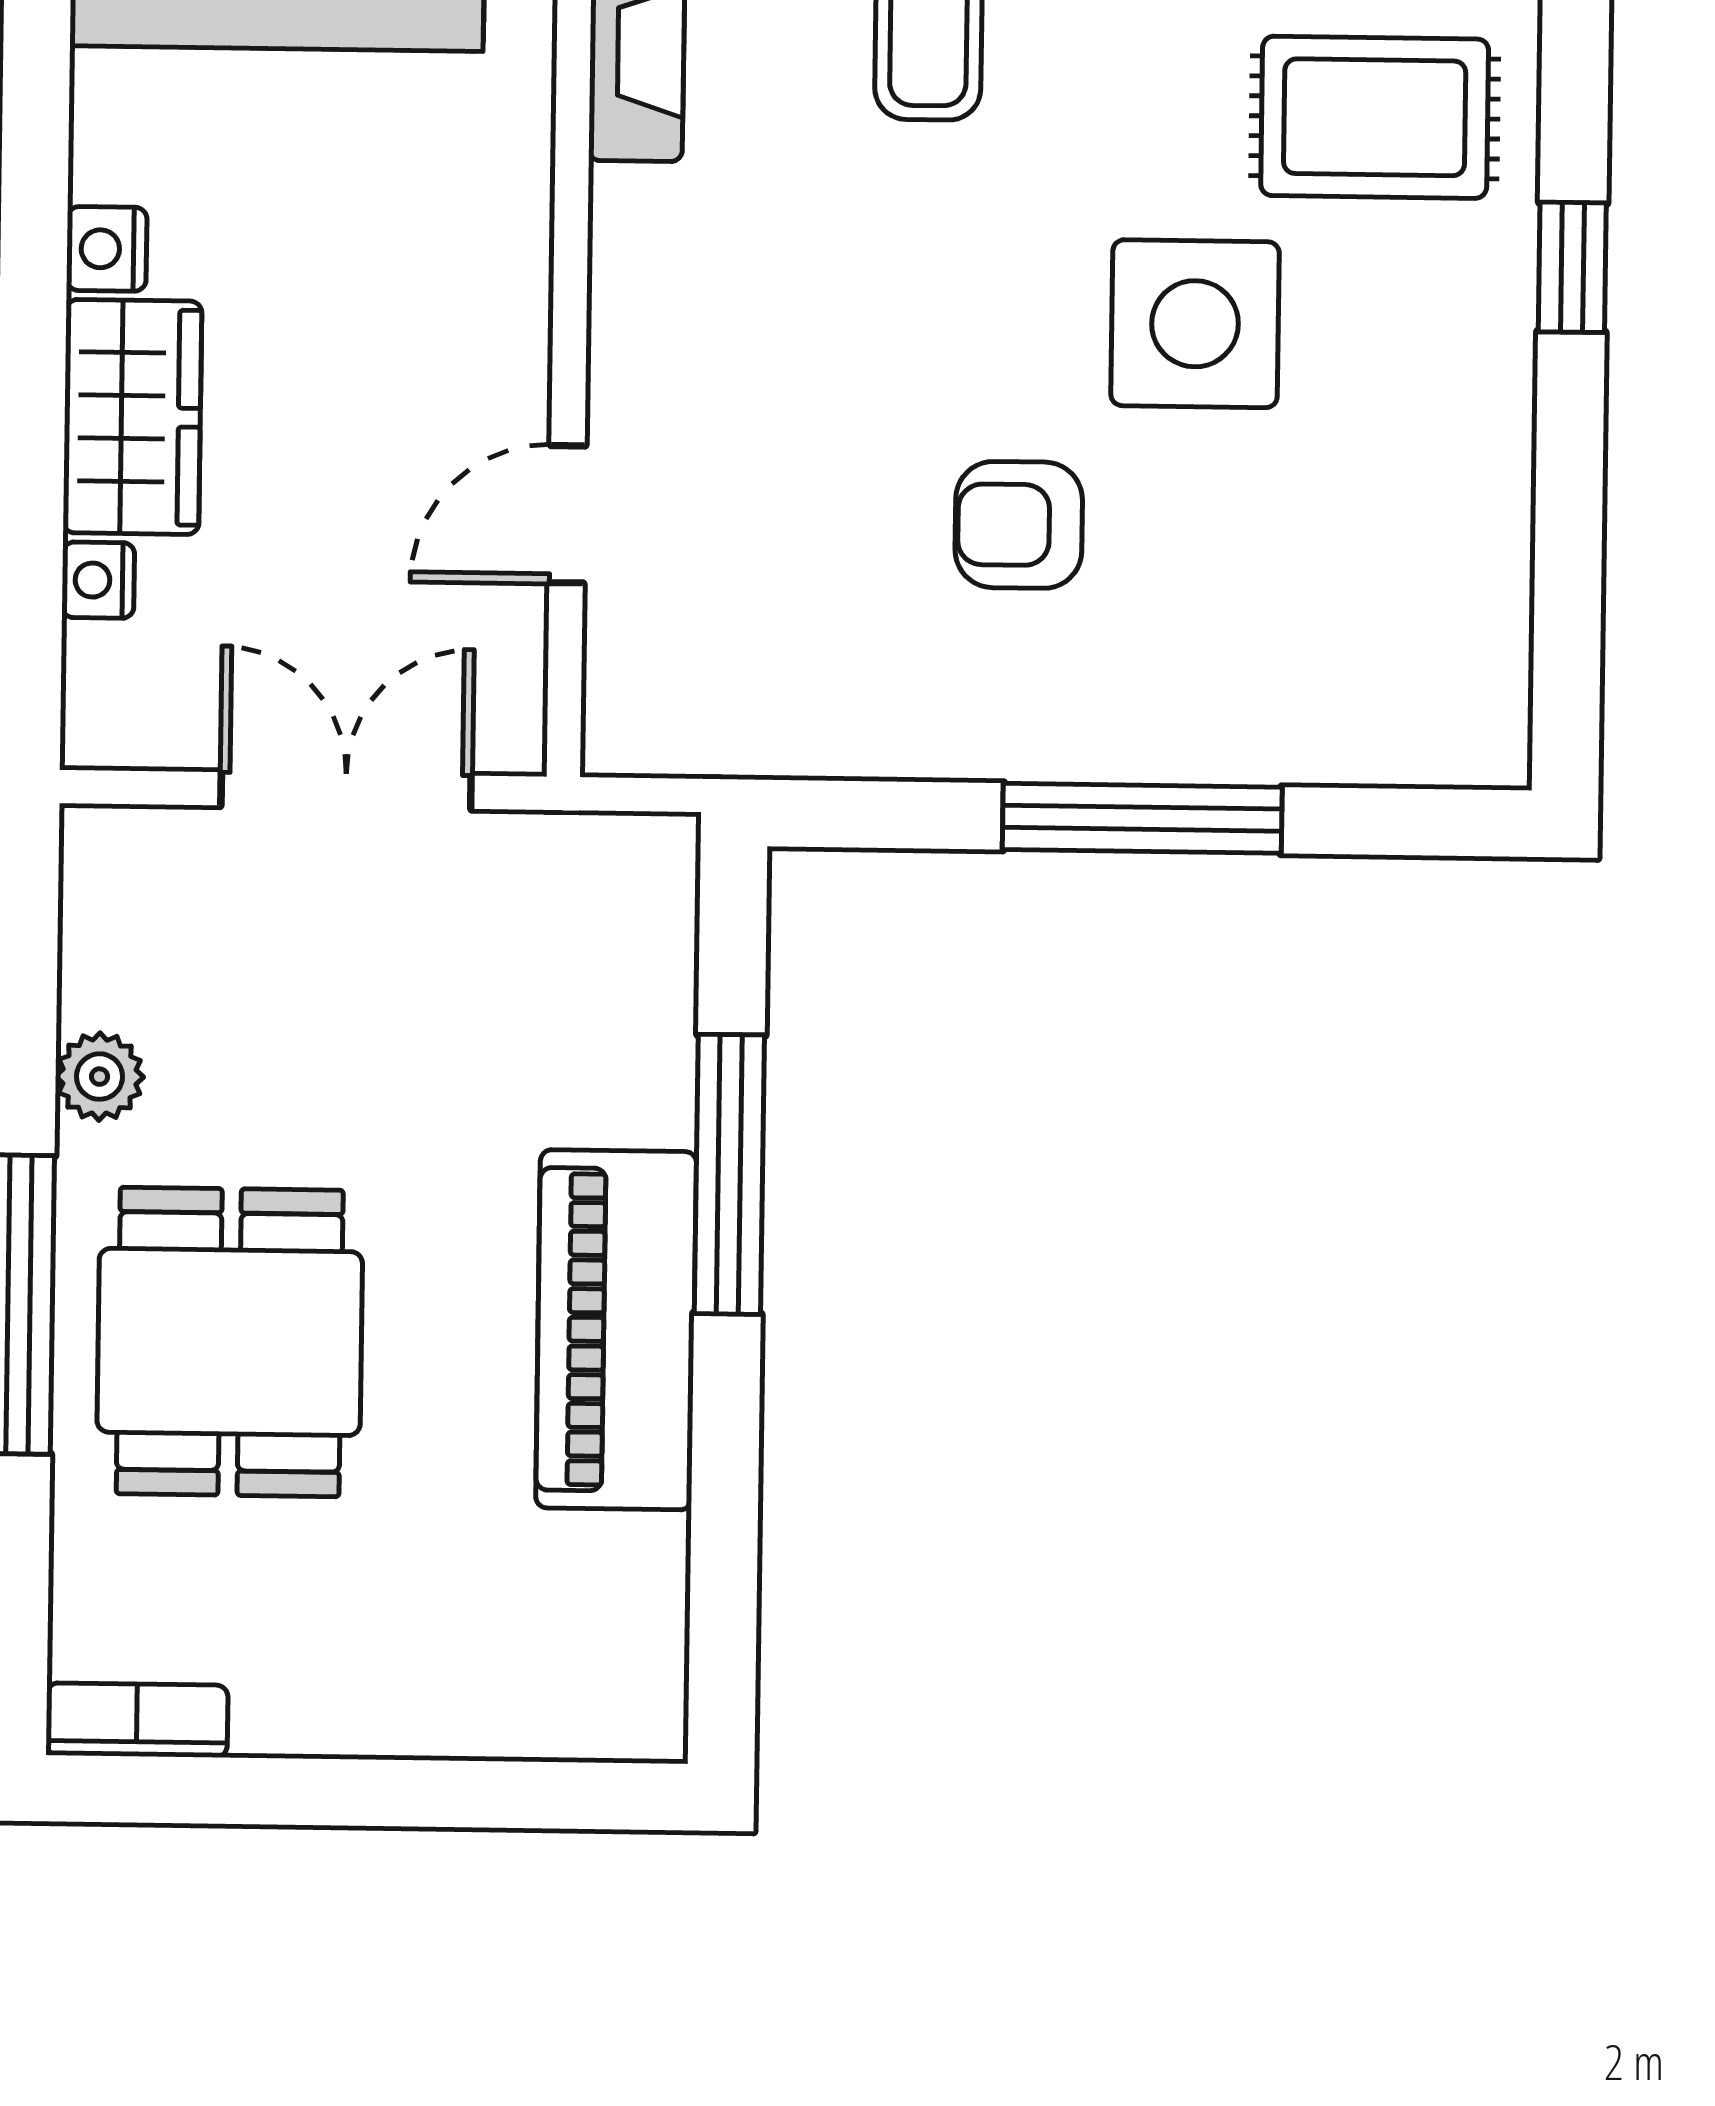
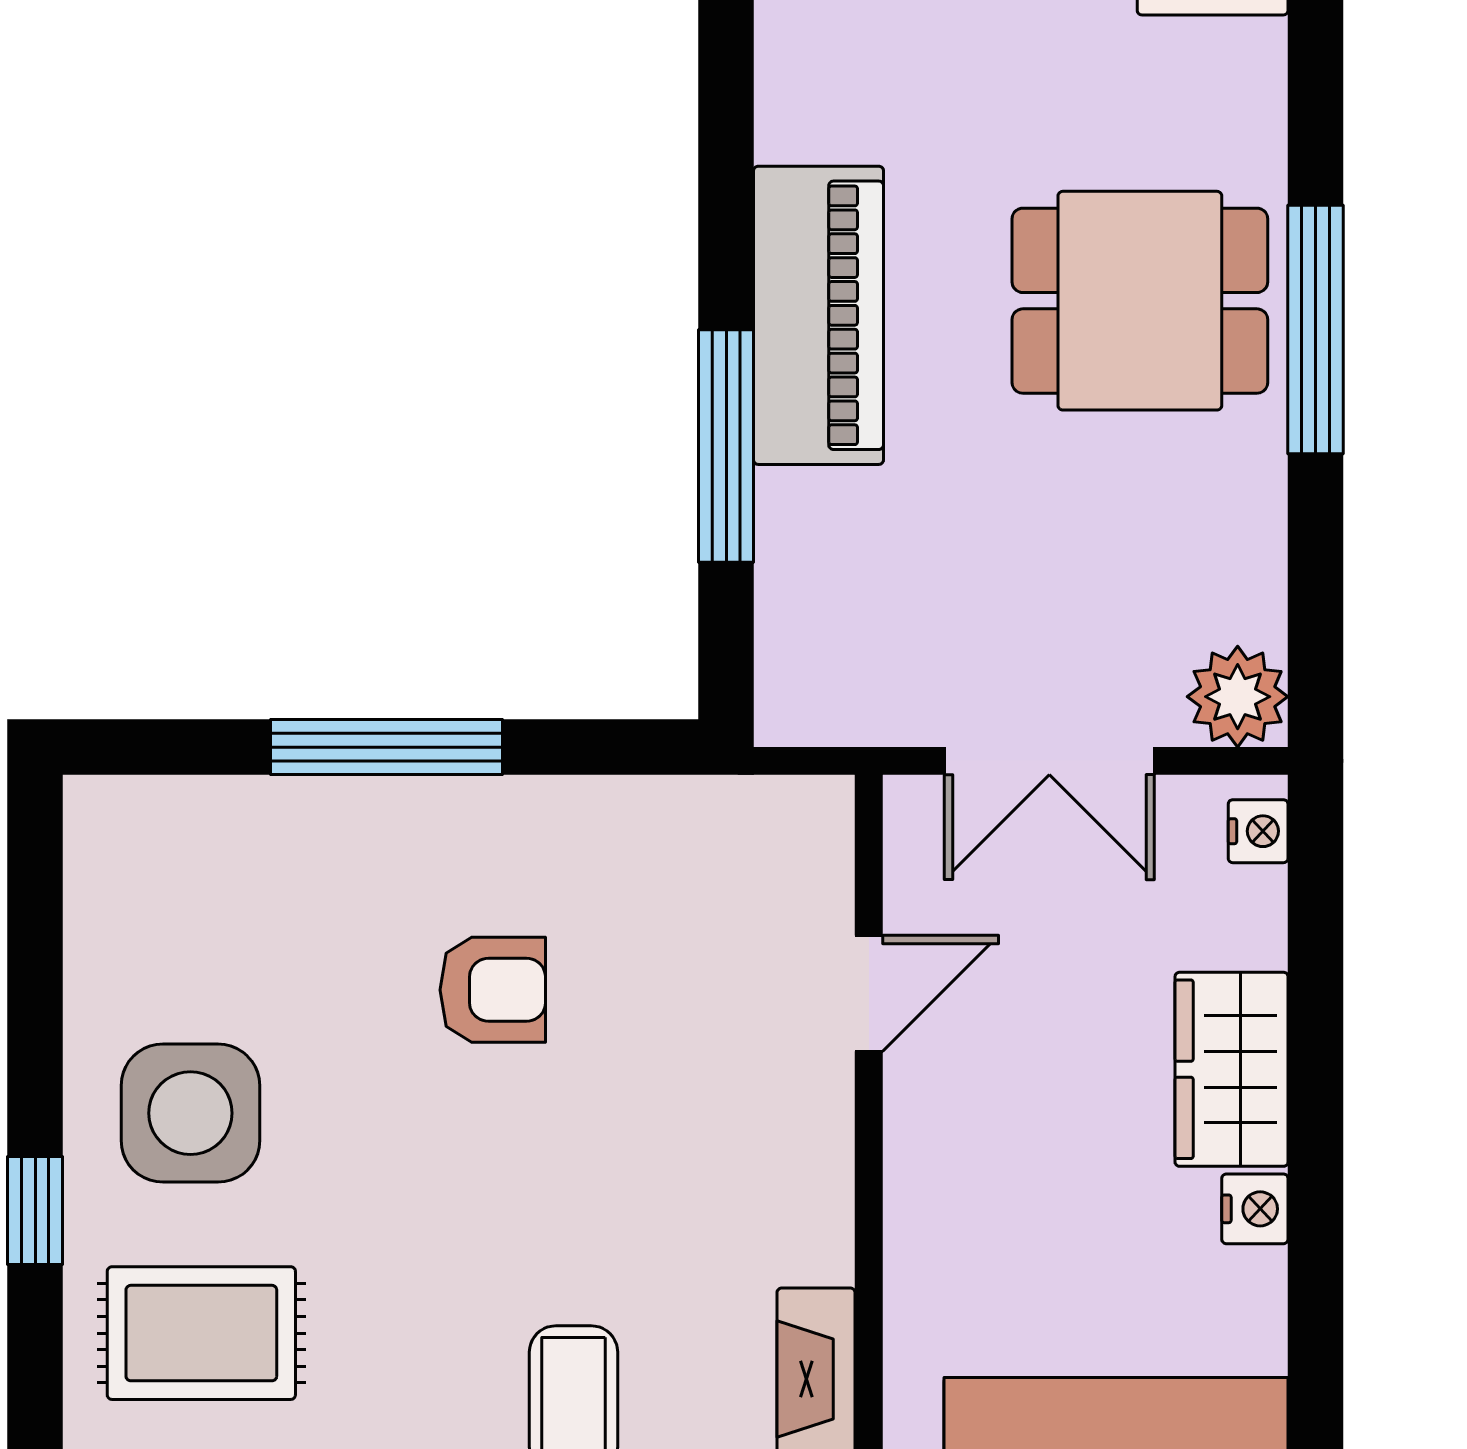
side table: (1195, 324) -> (190, 1113), moved
nightstand: (98, 580) -> (1258, 831), moved
plant: (100, 1077) -> (1238, 697), moved, width x1.38, depth x1.38
dining table: (230, 1342) -> (1140, 301), turned 90

